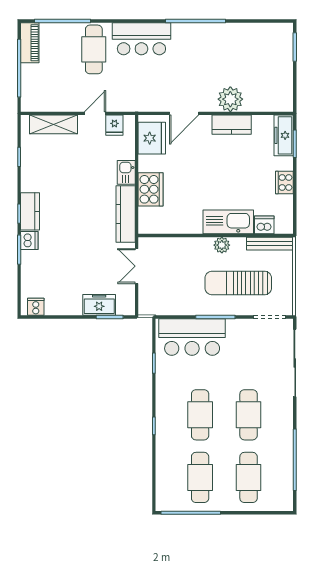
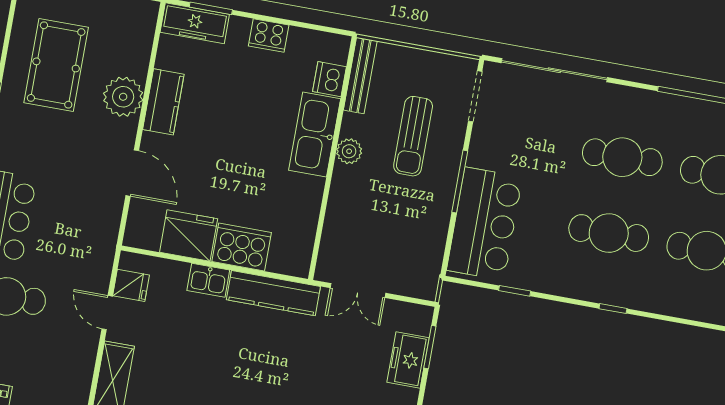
pool table: (243, 54) -> (56, 65), added
fridge: (152, 138) -> (189, 235), moved
sun lounger: (238, 283) -> (413, 136), width x0.73, depth x0.75

